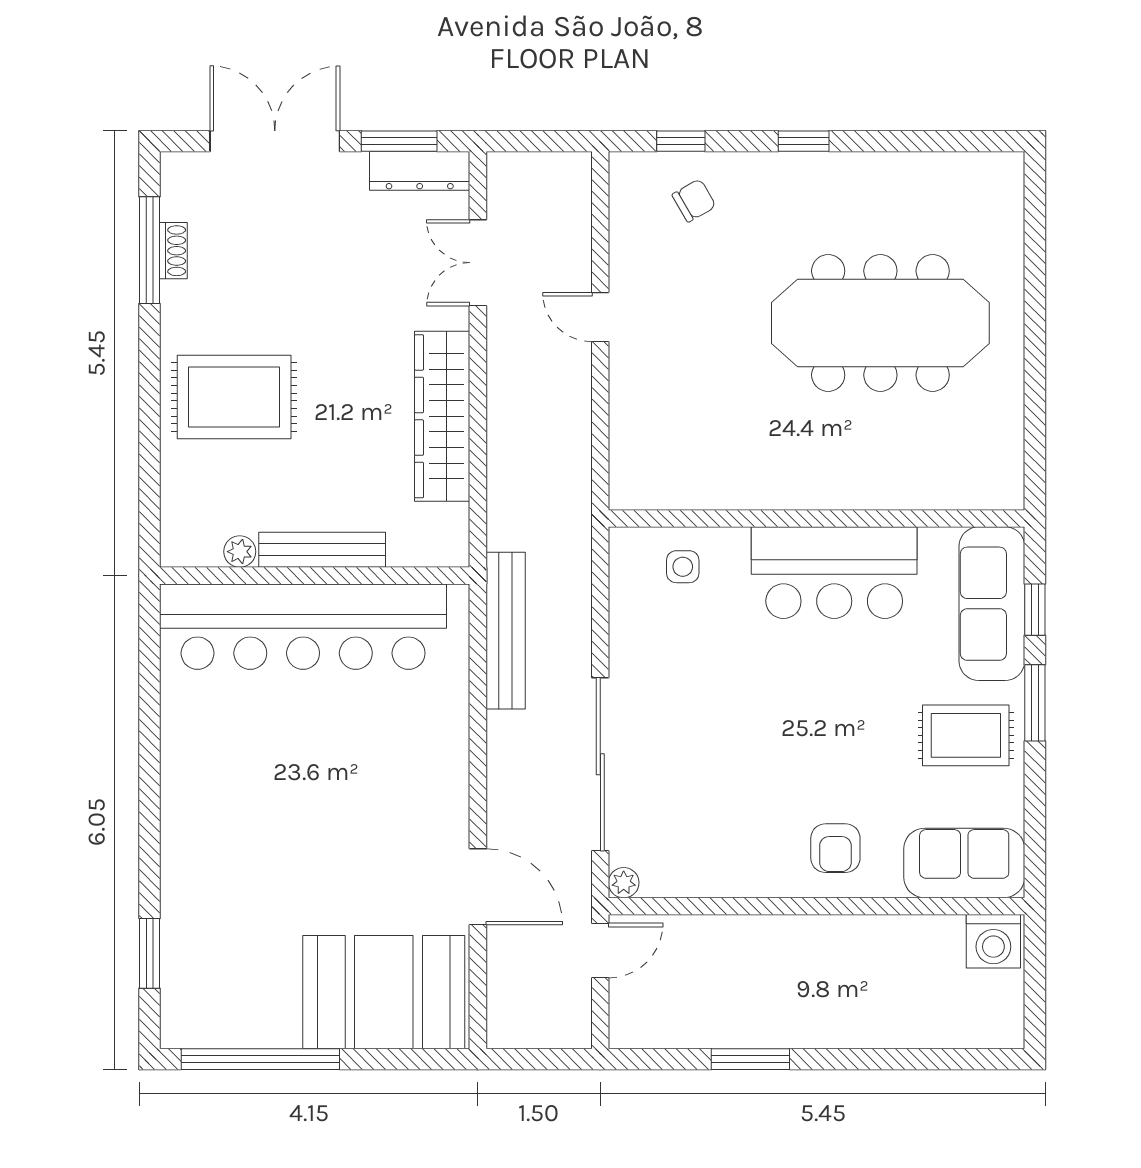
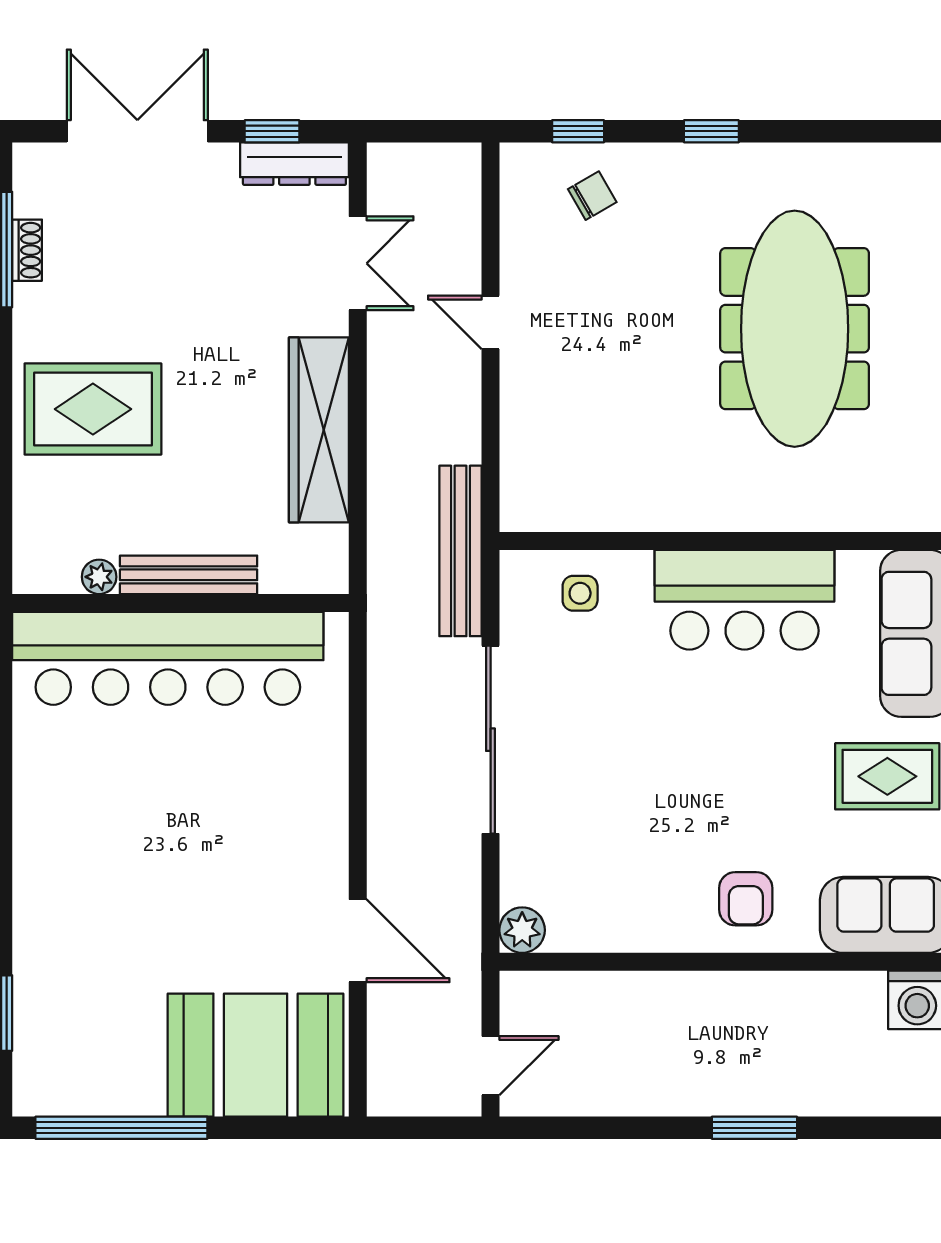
window: (399, 141) -> (272, 131), width x0.67
double door: (478, 263) -> (358, 263), swing flipped
meeting table: (880, 323) -> (795, 329), turned 90
bench: (506, 631) -> (460, 551), moved
sliding door: (600, 764) -> (491, 740), moved
plant: (624, 883) -> (522, 930), width x1.38, depth x1.38
door: (600, 951) -> (491, 1066), moved
window: (750, 1059) -> (754, 1128), moved

